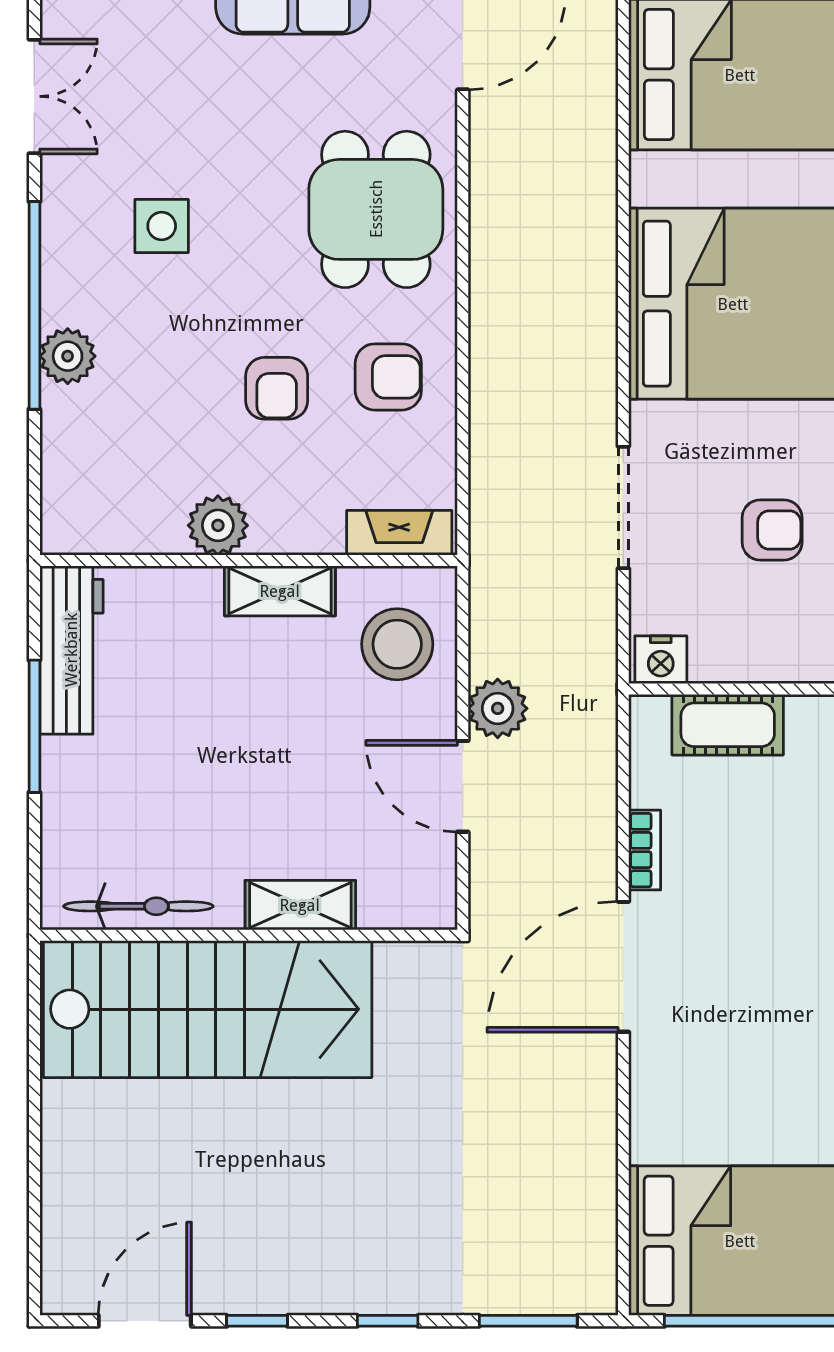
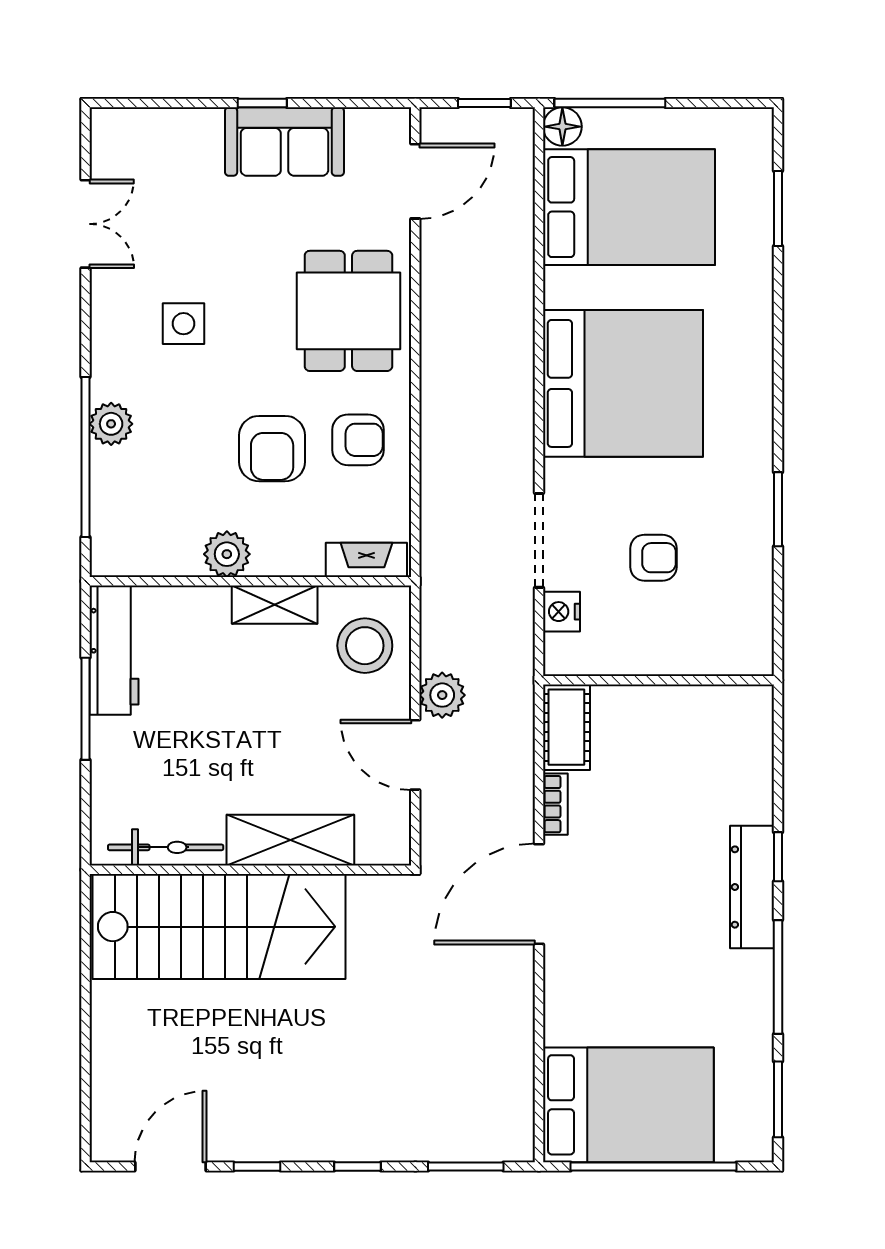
window: (34, 305) -> (86, 457), moved
armchair: (277, 388) -> (272, 449), width x1.38, depth x1.38
nightstand: (661, 660) -> (562, 612), moved, turned 90
cot: (728, 725) -> (566, 727), moved, turned 90
shelving: (300, 905) -> (290, 840), width x1.50, depth x1.33

